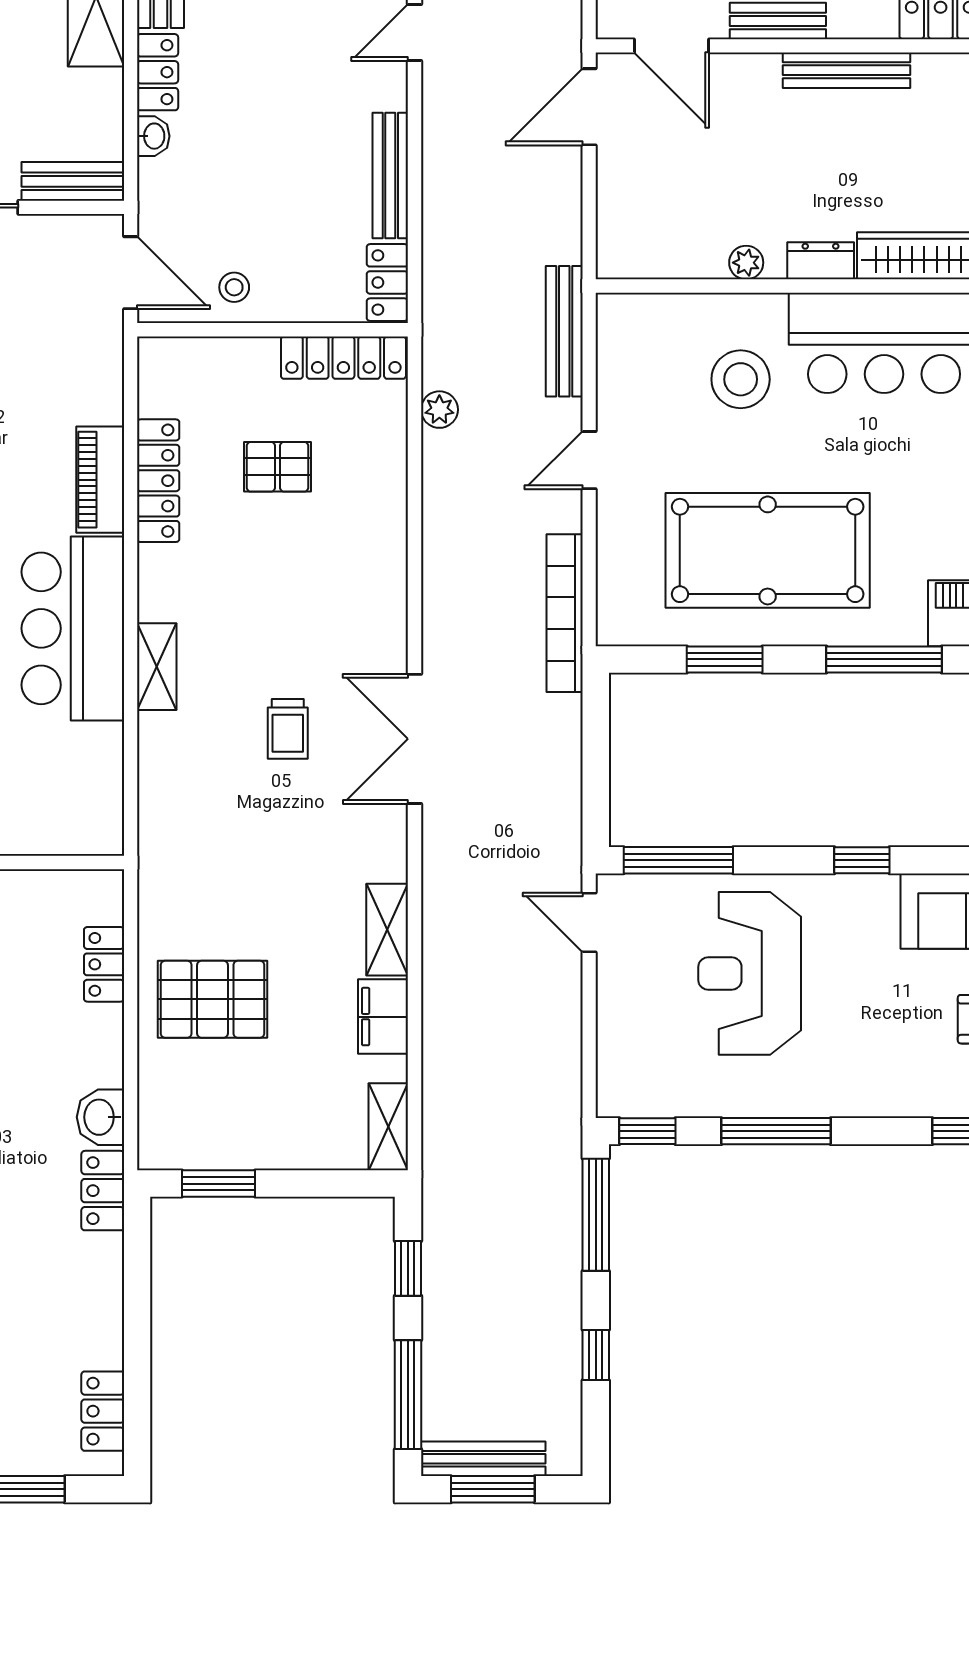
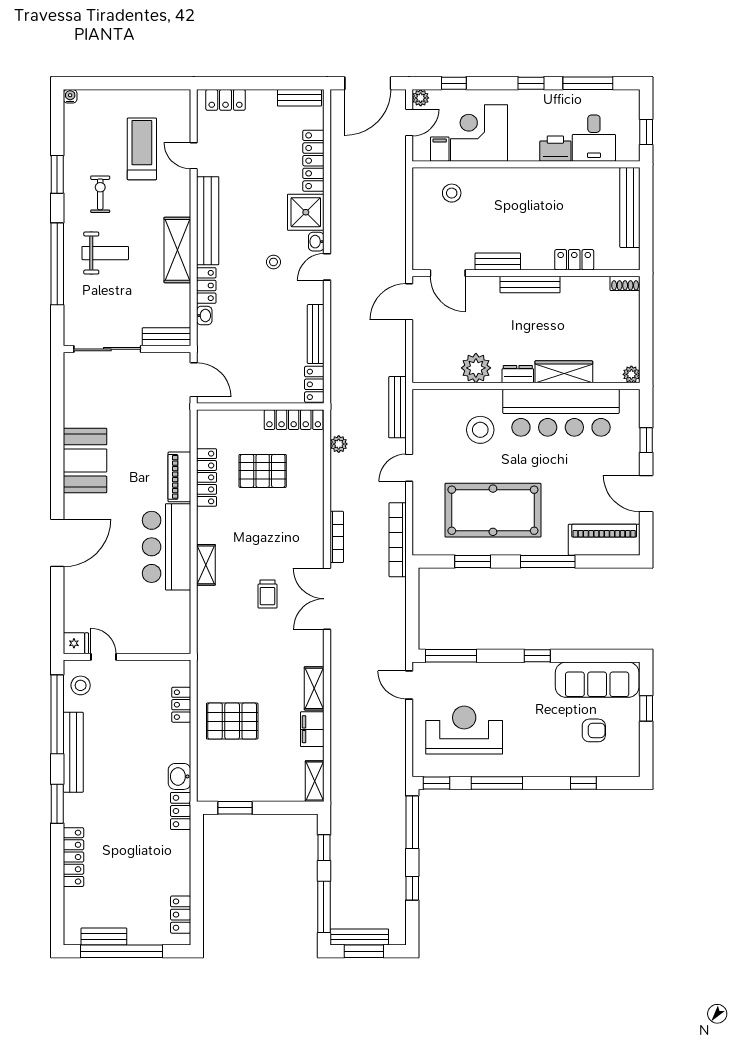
plant: (746, 263) -> (476, 368), width x1.88, depth x1.88
stool: (234, 287) -> (273, 262), moved
pallet: (277, 467) -> (263, 471), width x1.50, depth x1.42
bookcase: (435, 607) -> (337, 537), added
reception desk: (750, 973) -> (464, 730), moved, turned 90

